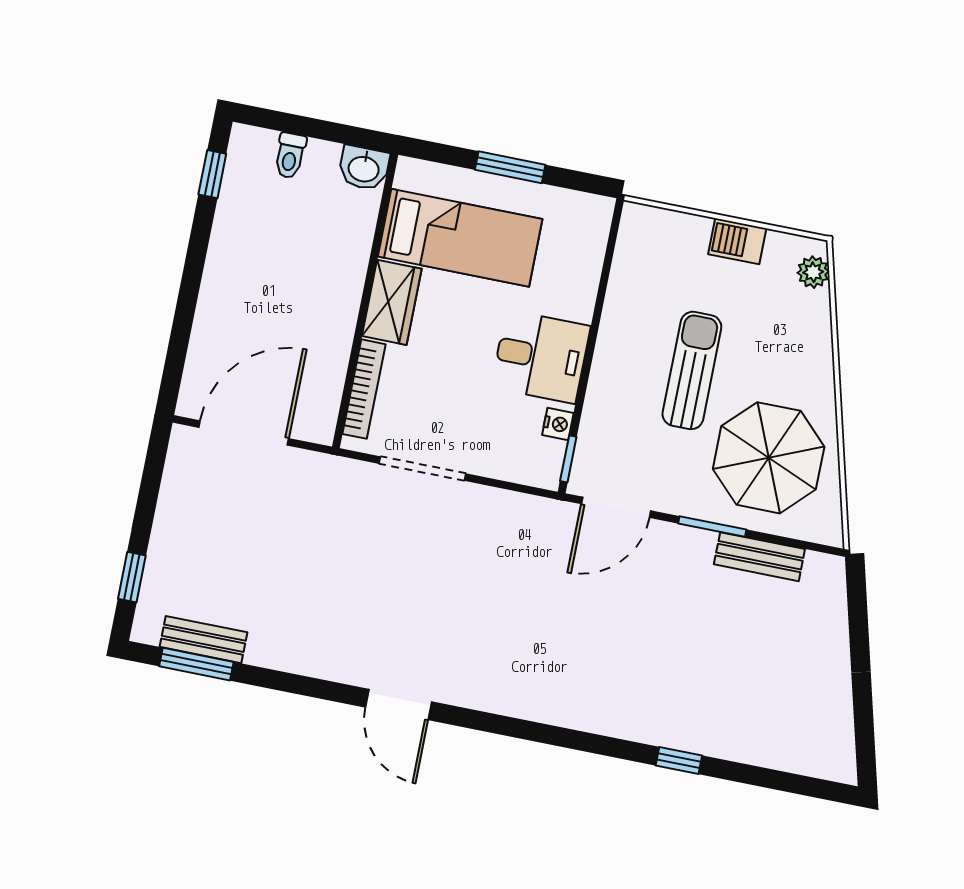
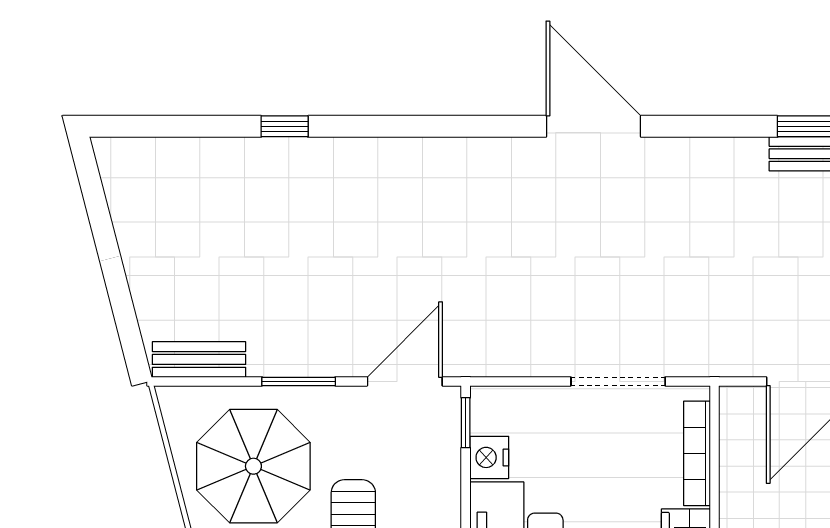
nightstand: (558, 424) -> (489, 457), width x1.39, depth x1.35
bench: (759, 557) -> (199, 359), moved
door: (399, 705) -> (594, 126), width x1.36

